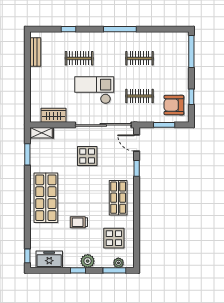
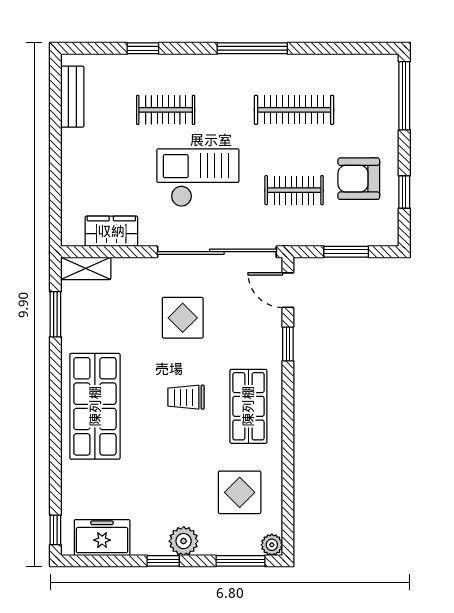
clothes rail: (140, 58) -> (294, 110), width x1.36
armchair: (174, 105) -> (359, 179), moved
trolley: (79, 222) -> (186, 397), moved
plant: (118, 263) -> (272, 545), moved

